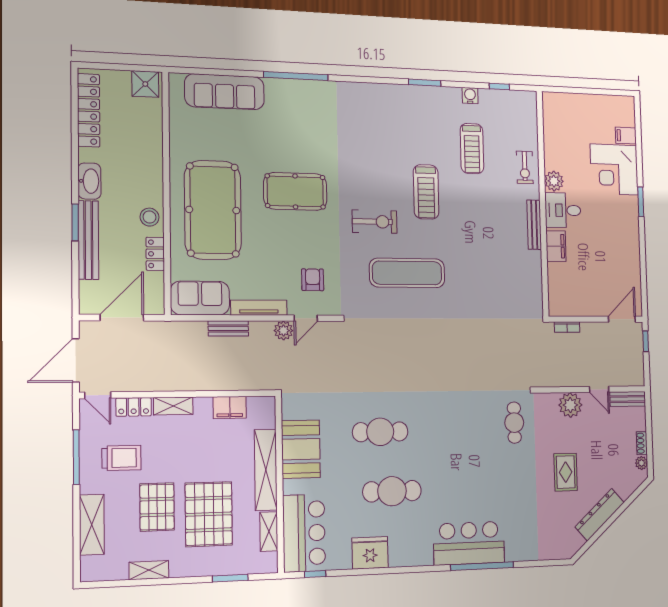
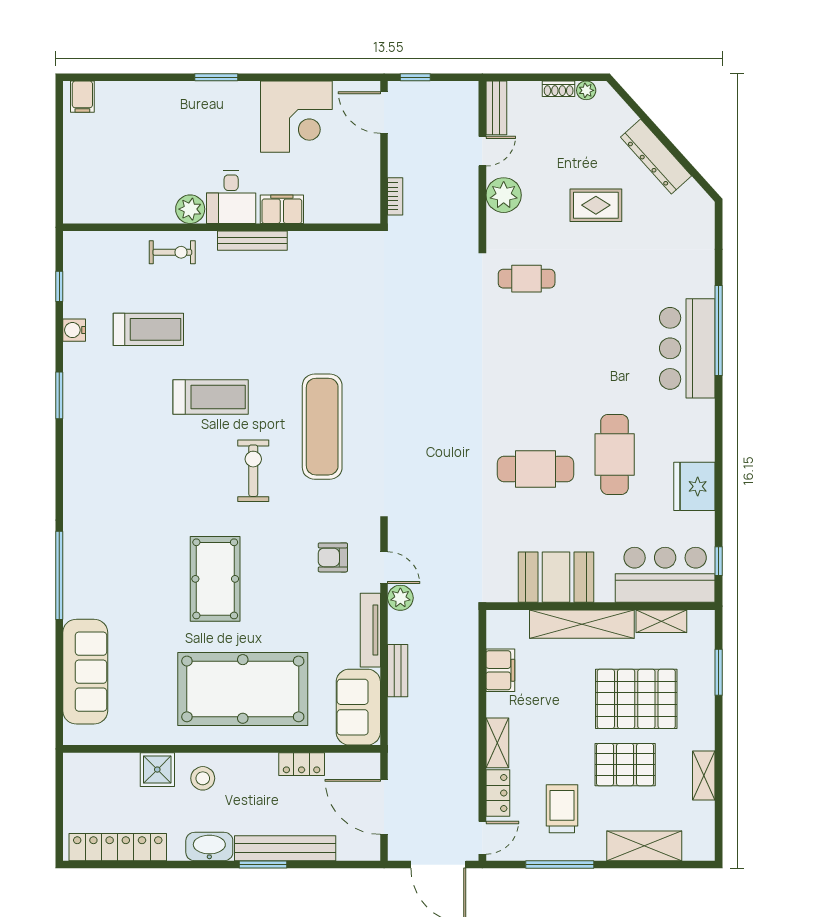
shower: (145, 84) -> (157, 770), moved
filing cabinet: (626, 136) -> (82, 97), moved
corner desk: (614, 169) -> (296, 117), moved
stool: (150, 217) -> (203, 778), moved
cafe table: (380, 432) -> (536, 469), turned 90

